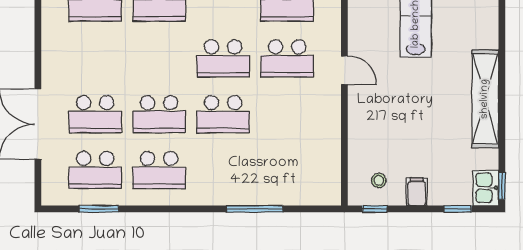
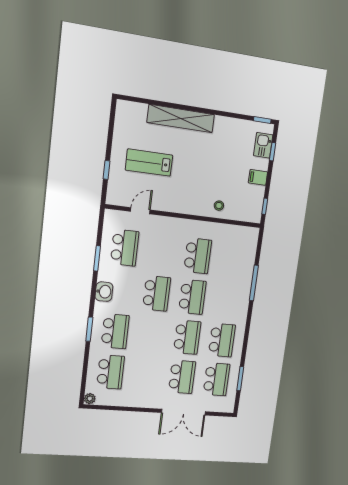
school desk: (287, 58) -> (198, 256), moved
door: (344, 70) -> (140, 211), moved
shelving: (485, 99) -> (181, 119), moved
stool: (379, 180) -> (219, 206), moved
kitchen sink: (486, 188) -> (263, 145), moved, turned 90

